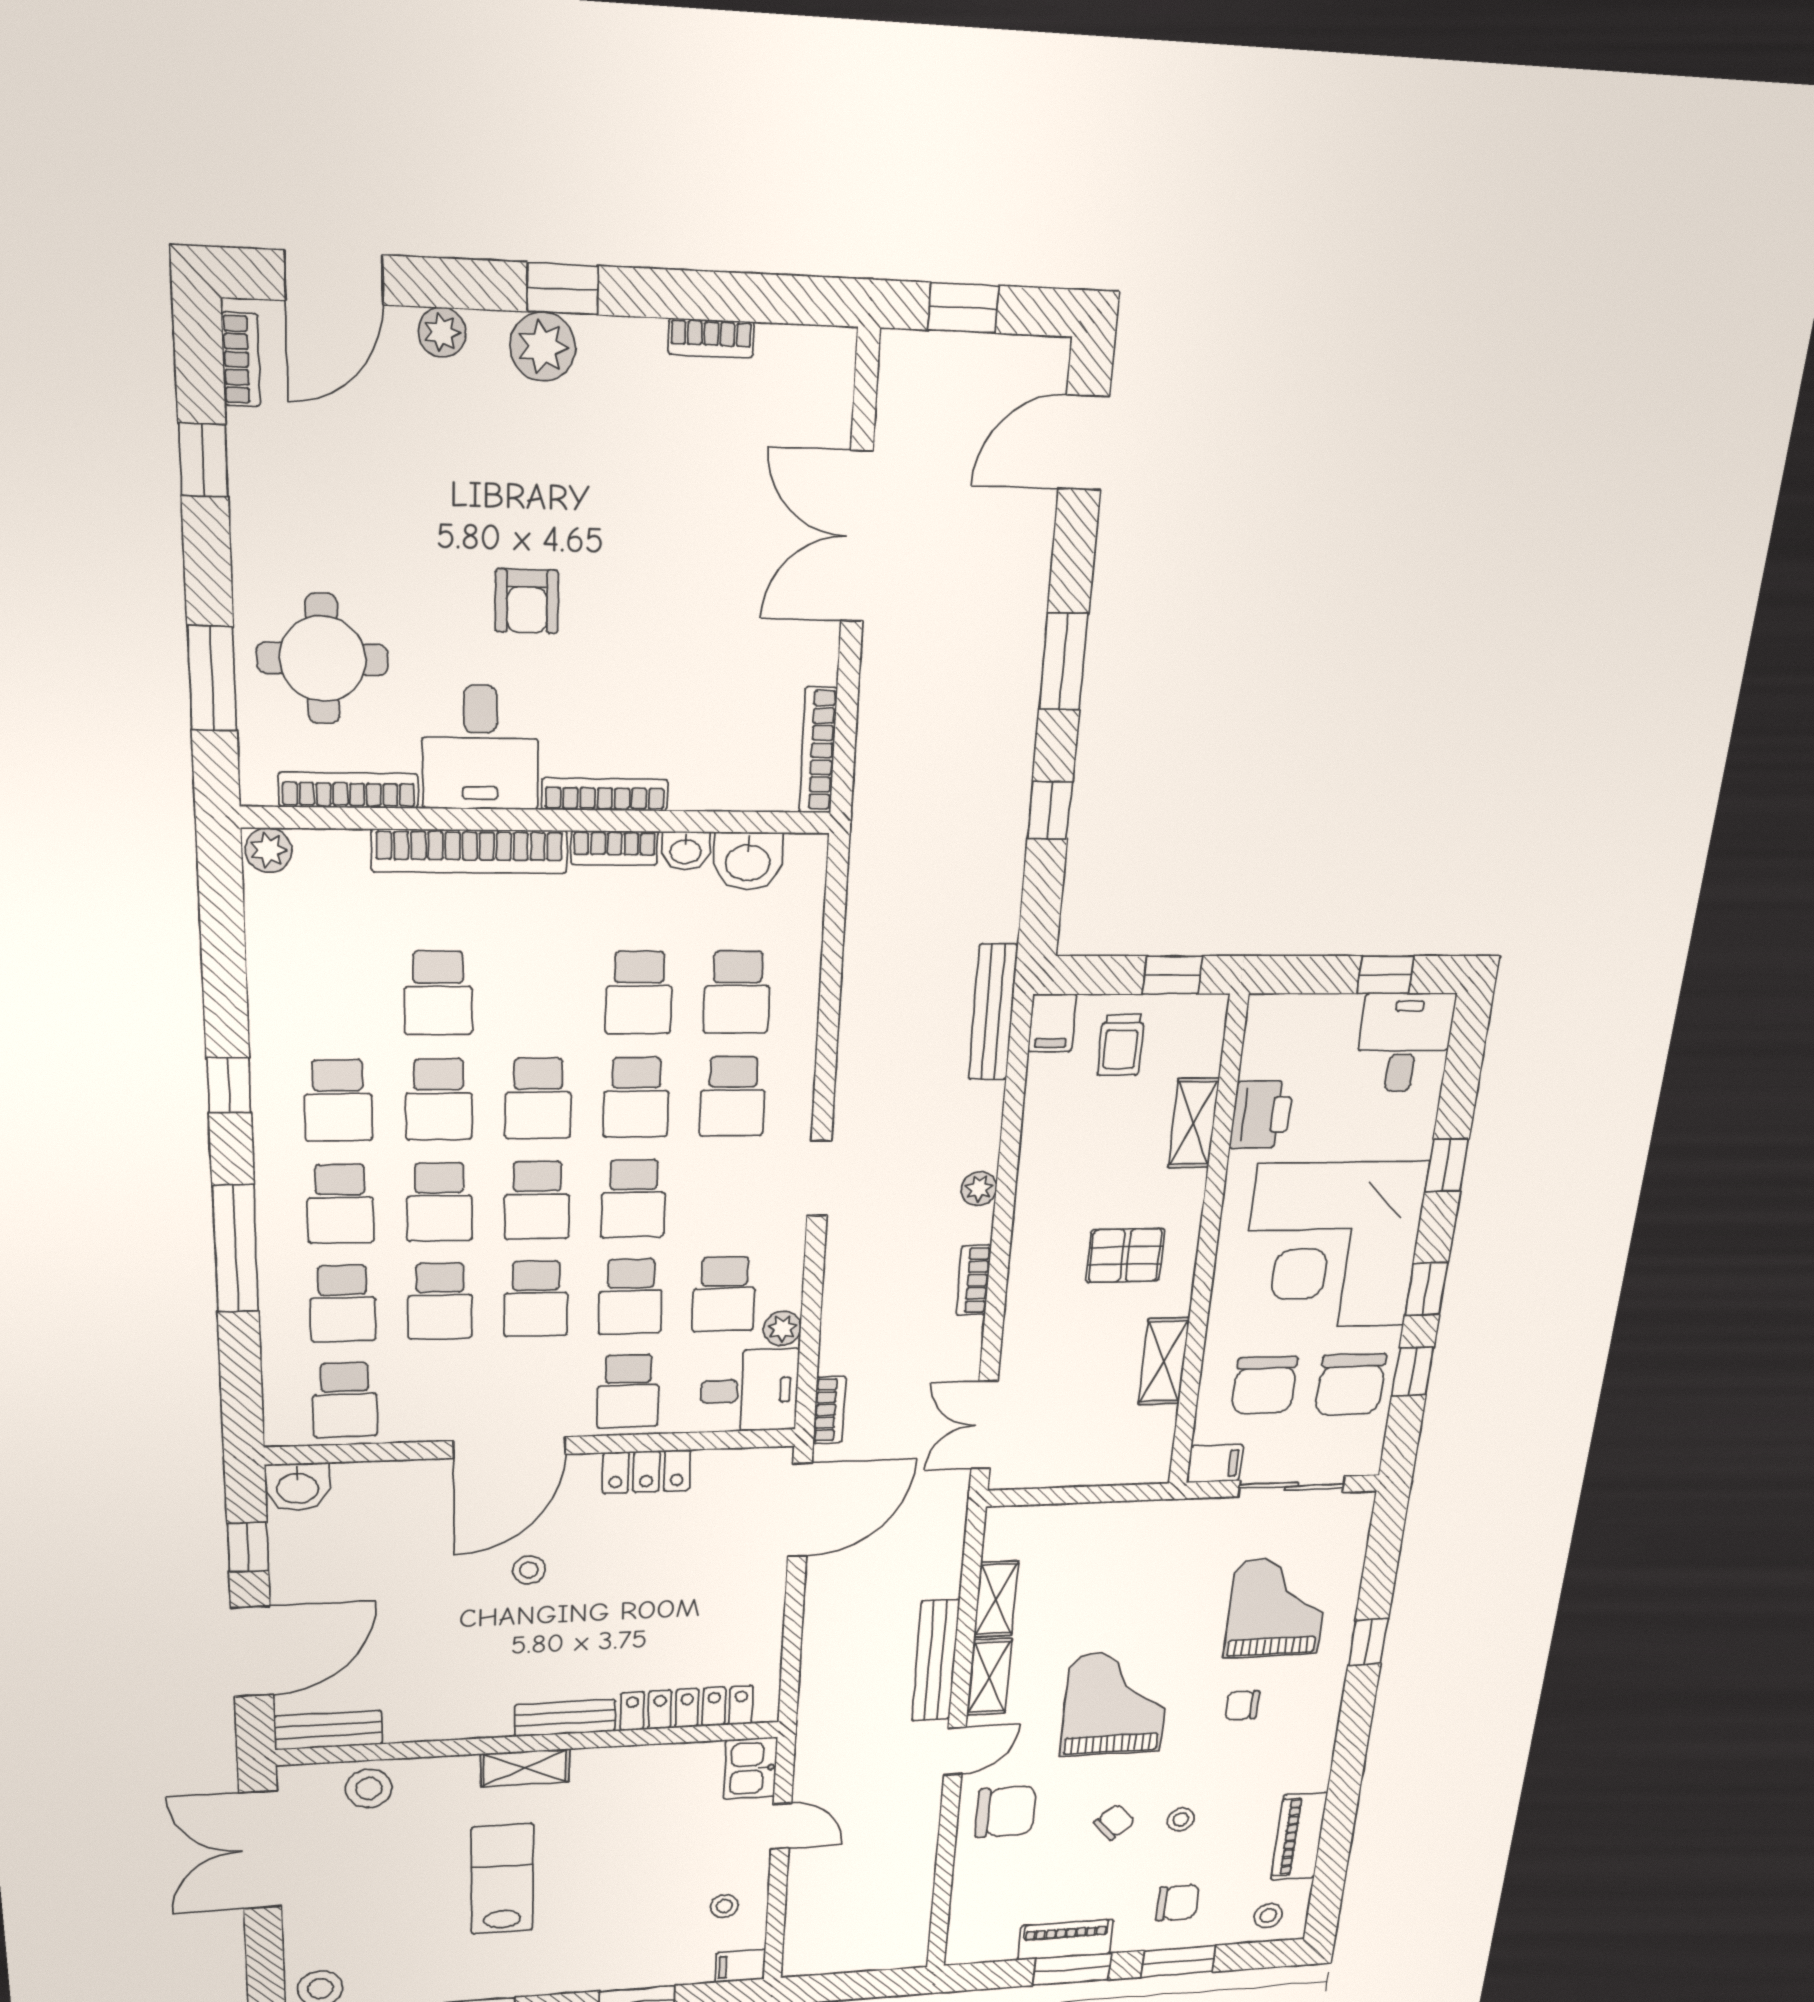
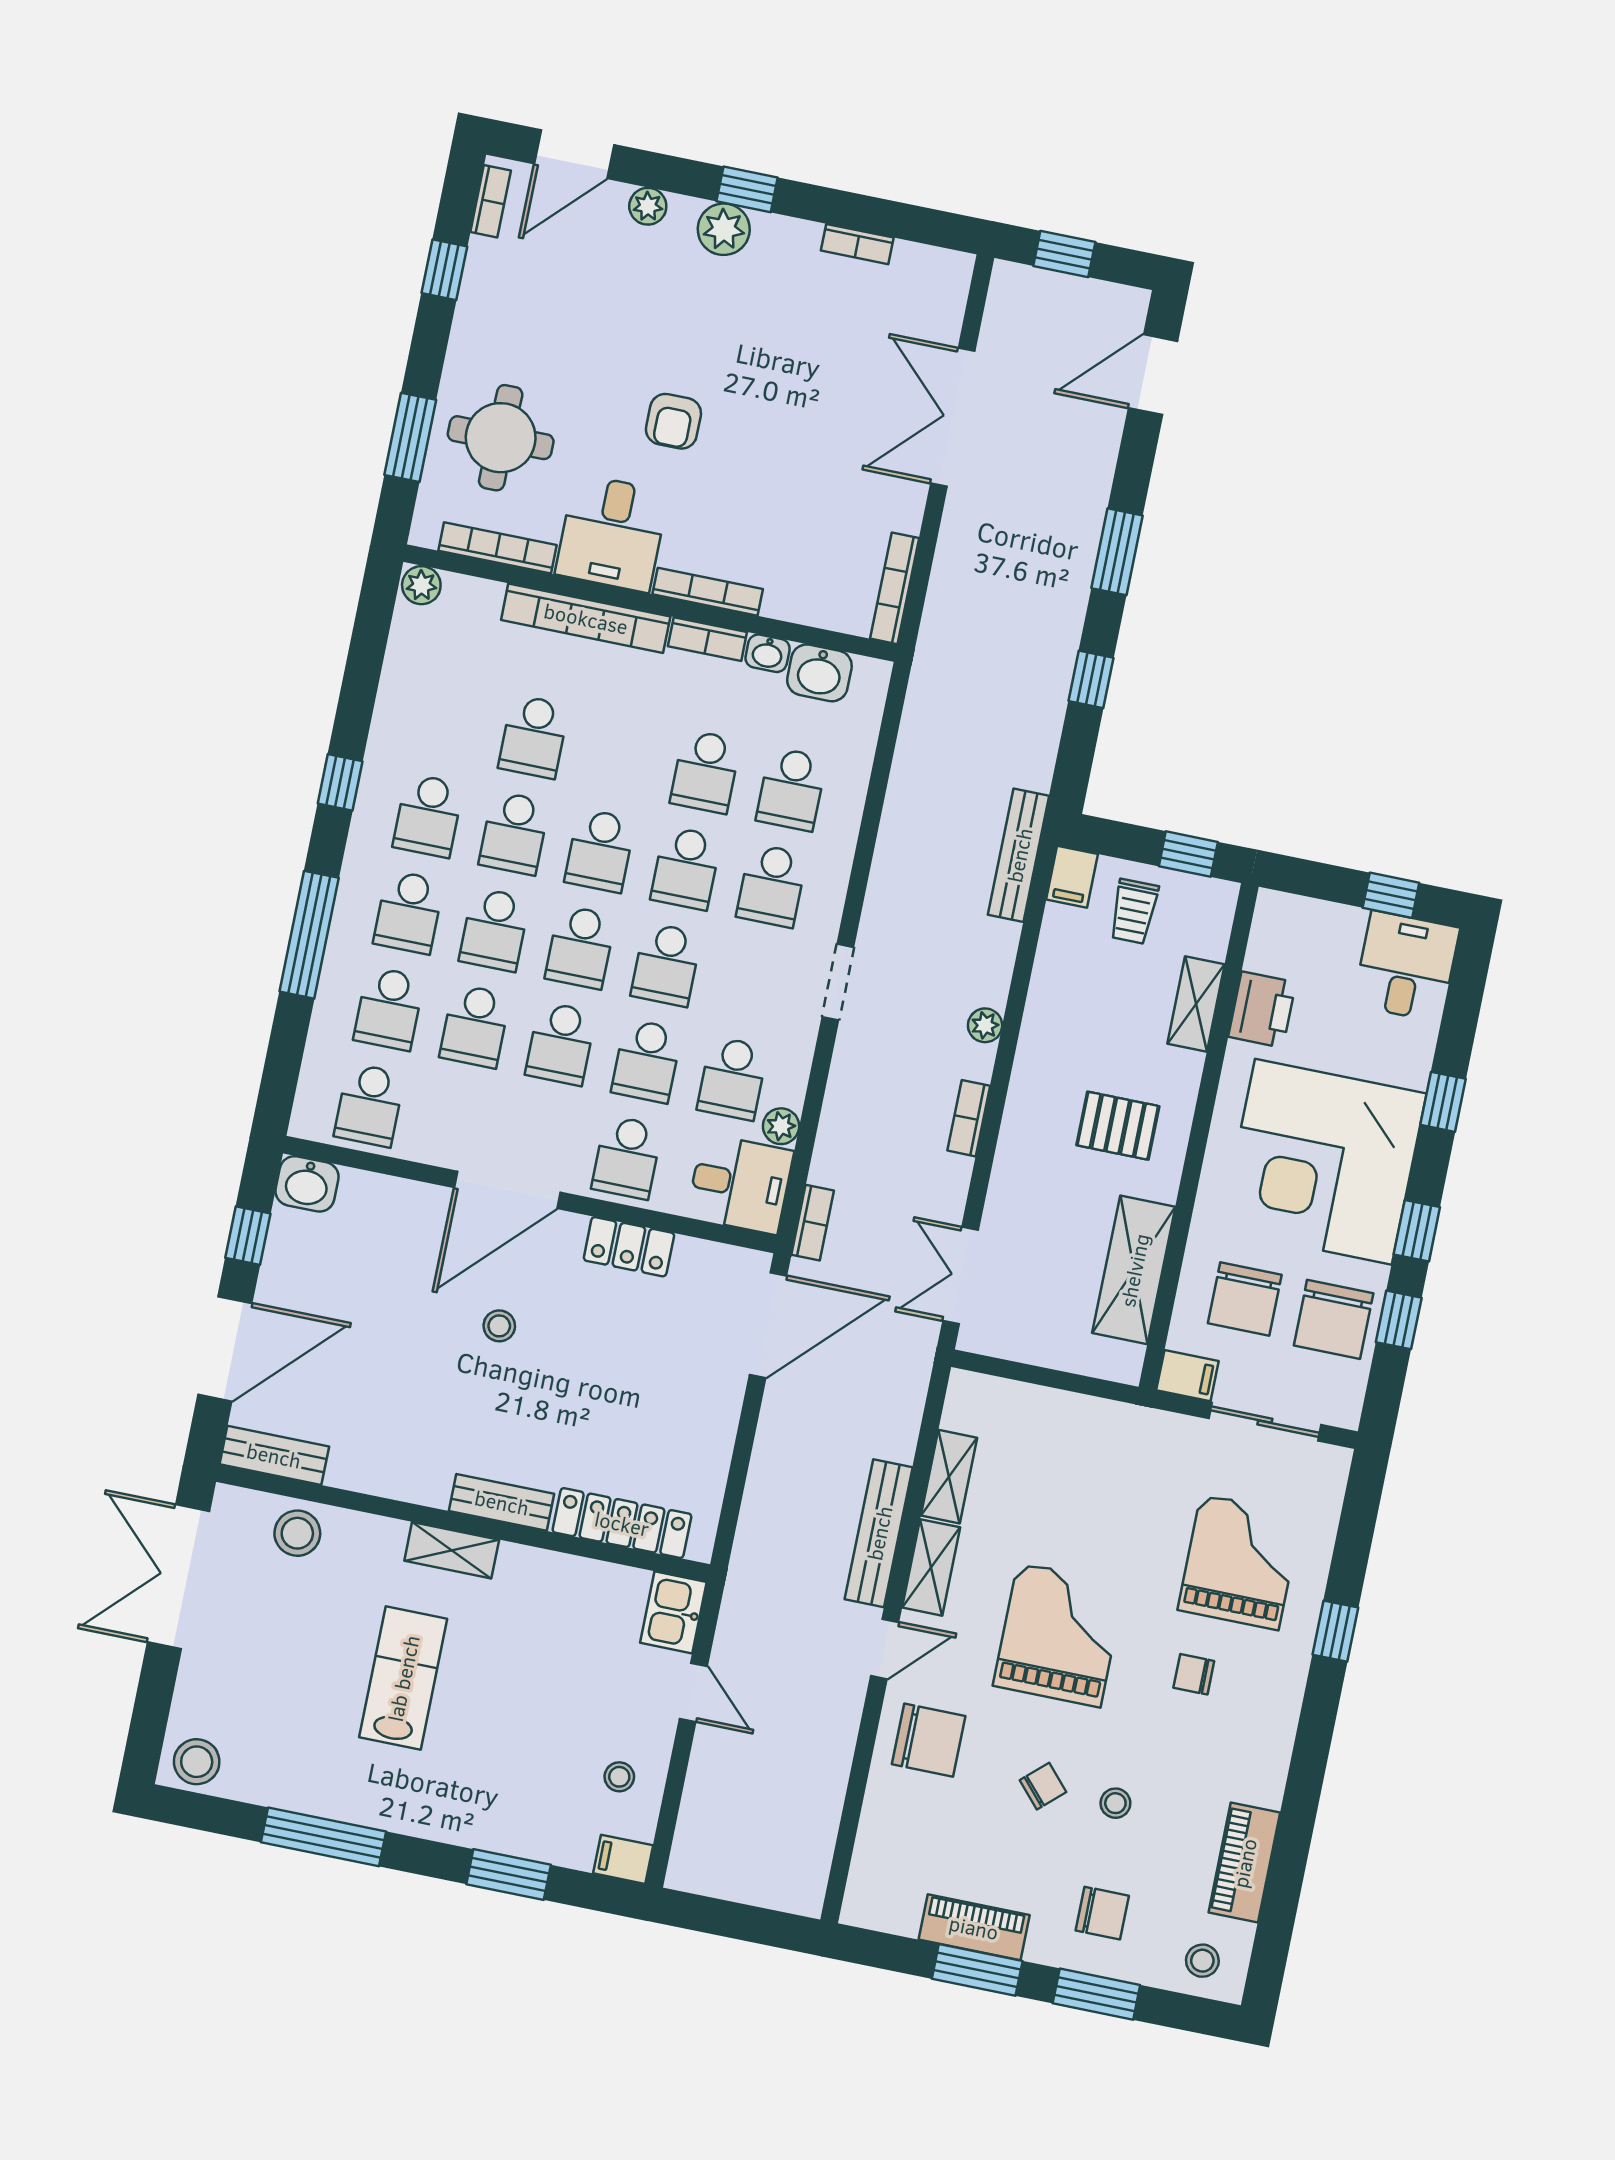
shelving: (1164, 1361) -> (1134, 1270), width x1.50, depth x1.33

